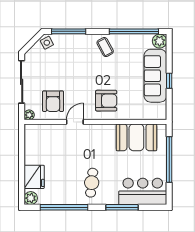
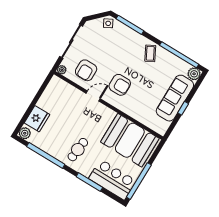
armchair: (106, 101) -> (120, 85), moved
booth: (136, 137) -> (130, 140), width x1.36, depth x1.42
window: (169, 160) -> (139, 181), moved

